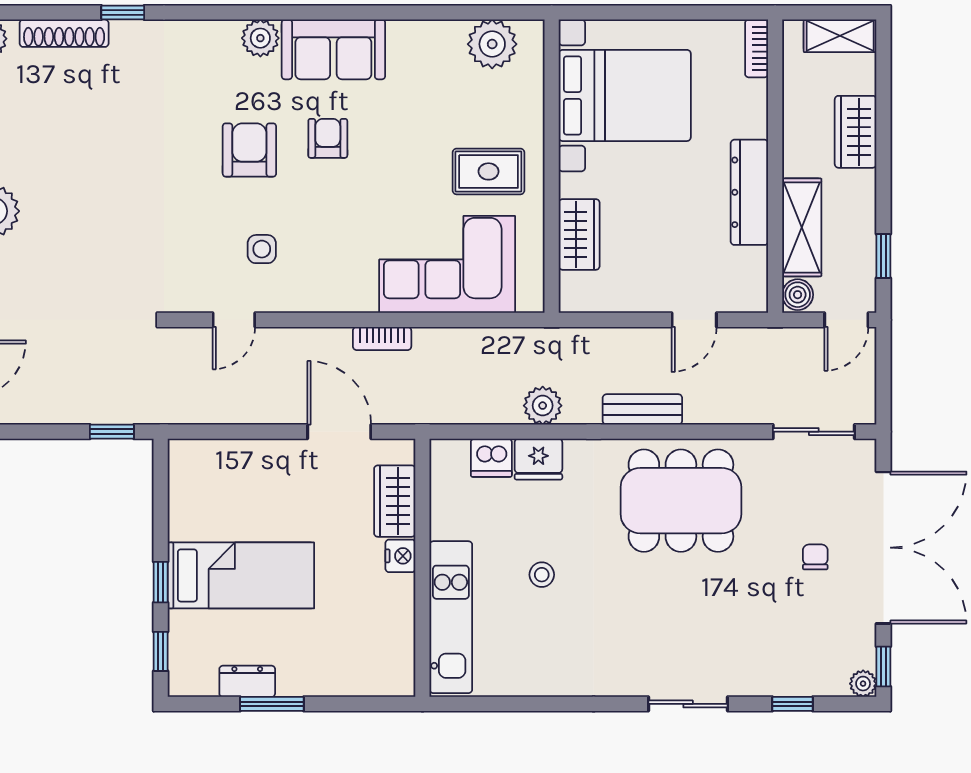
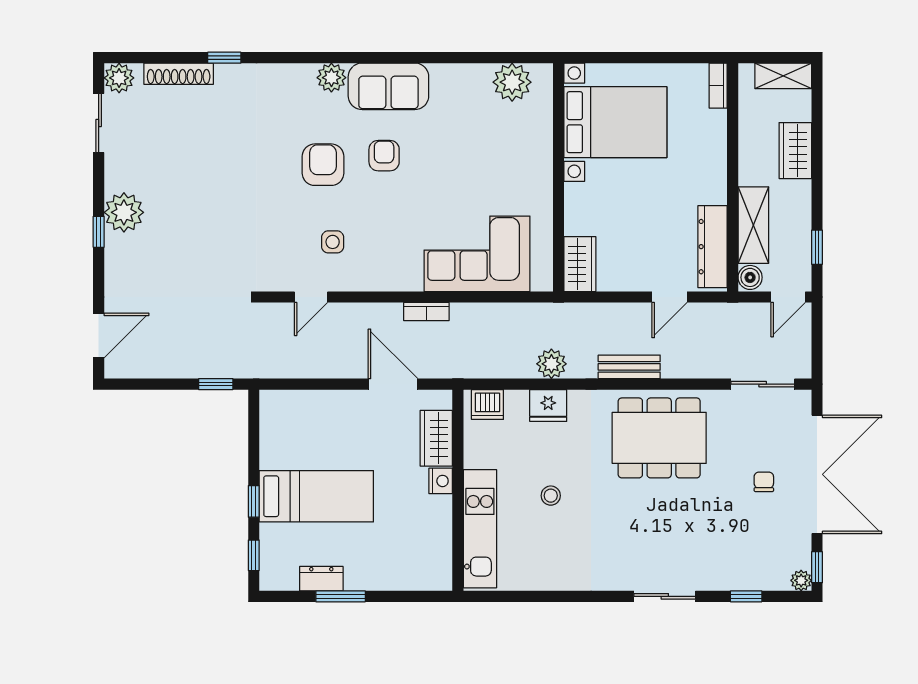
rug: (488, 171) -> (509, 181), removed
dresser: (749, 192) -> (713, 247), moved
wardrobe: (579, 234) -> (580, 264), moved
dishwasher: (491, 458) -> (487, 405), moved

